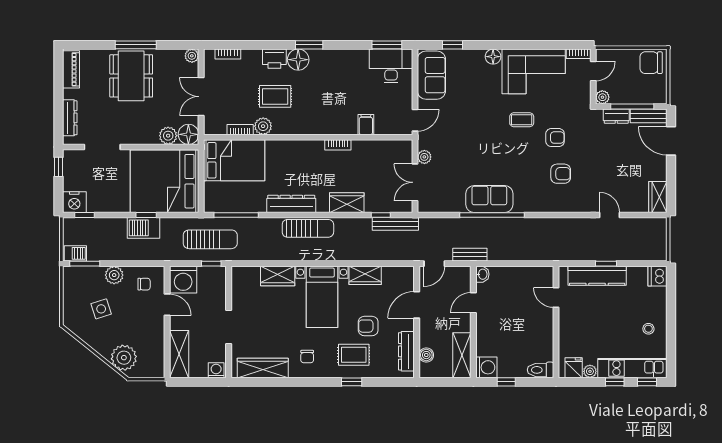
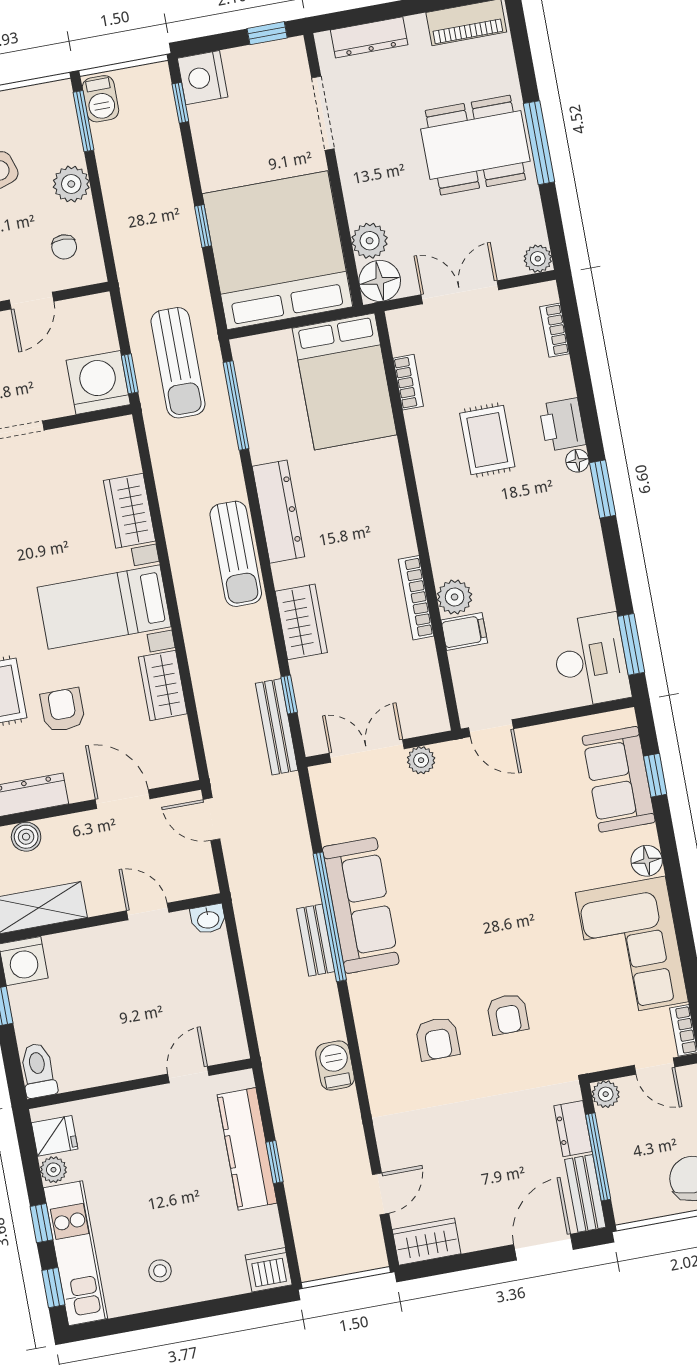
floor lamp: (298, 60) -> (577, 461), width x0.53, depth x0.53
sofa: (431, 75) -> (619, 779), moved, turned 90
coffee table: (522, 120) -> (531, 941), removed
plant: (263, 126) -> (455, 597), moved
bookcase: (338, 145) -> (416, 598), width x1.56
sofa: (489, 199) -> (361, 906), width x1.36
door: (610, 215) -> (381, 1194), moved
barbecue: (144, 228) -> (335, 1066), moved, width x0.73, depth x0.79
bench: (470, 255) -> (316, 940), moved
washing machine: (183, 280) -> (98, 382), moved, turned 90

